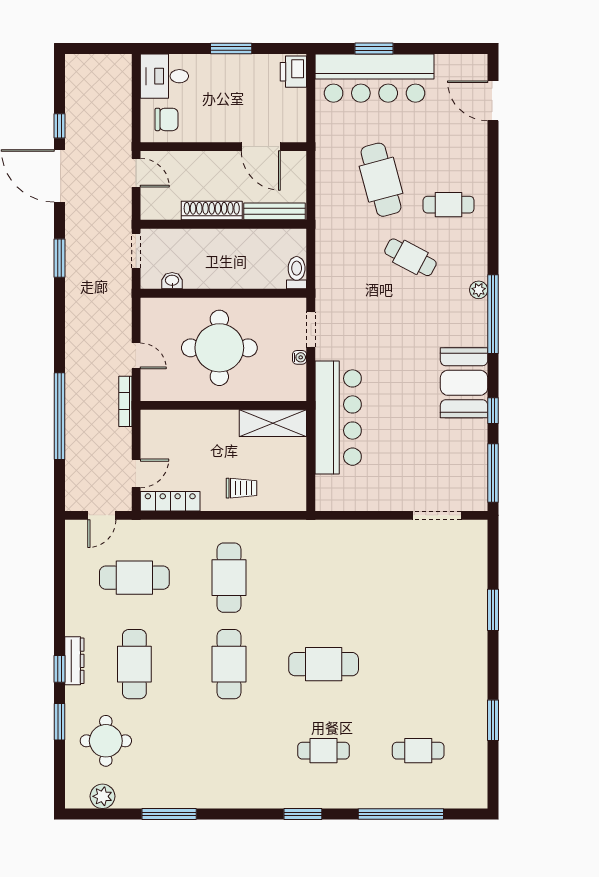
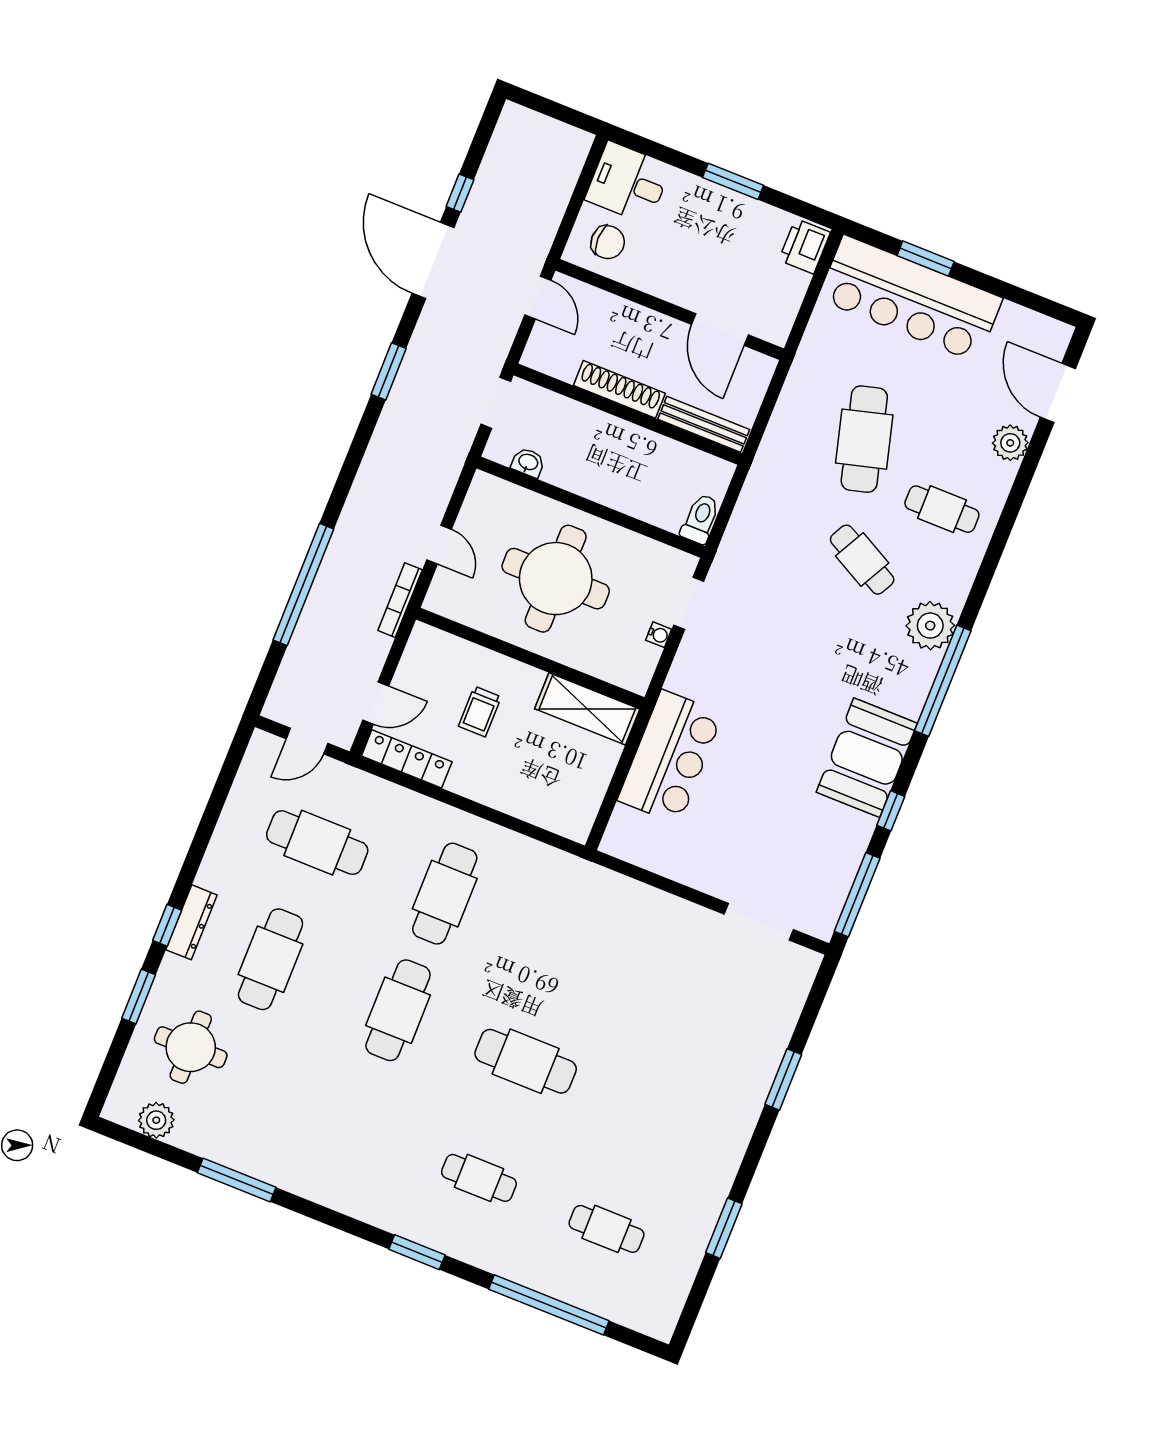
plant: (475, 145) -> (1010, 443), added
plant: (479, 290) -> (930, 626), width x1.87, depth x1.87
bar counter: (338, 418) -> (670, 757), width x0.73
trolley: (241, 488) -> (480, 712), moved, turned 90

